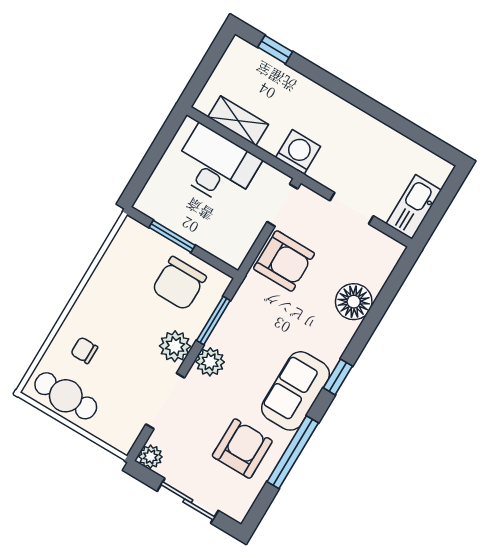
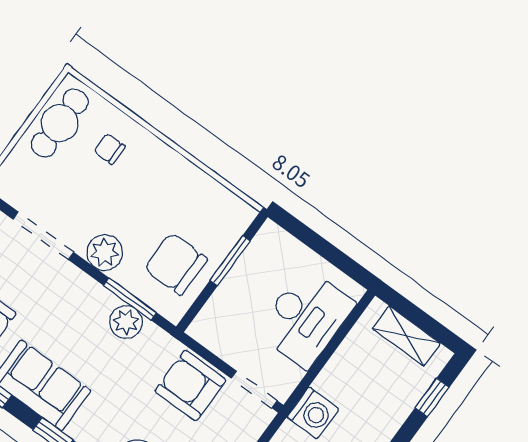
shelving: (238, 121) -> (406, 336), moved, turned 90
armchair: (284, 261) -> (190, 386), turned 90
chair: (84, 350) -> (109, 149), turned -90
plant: (210, 362) -> (126, 322), moved

